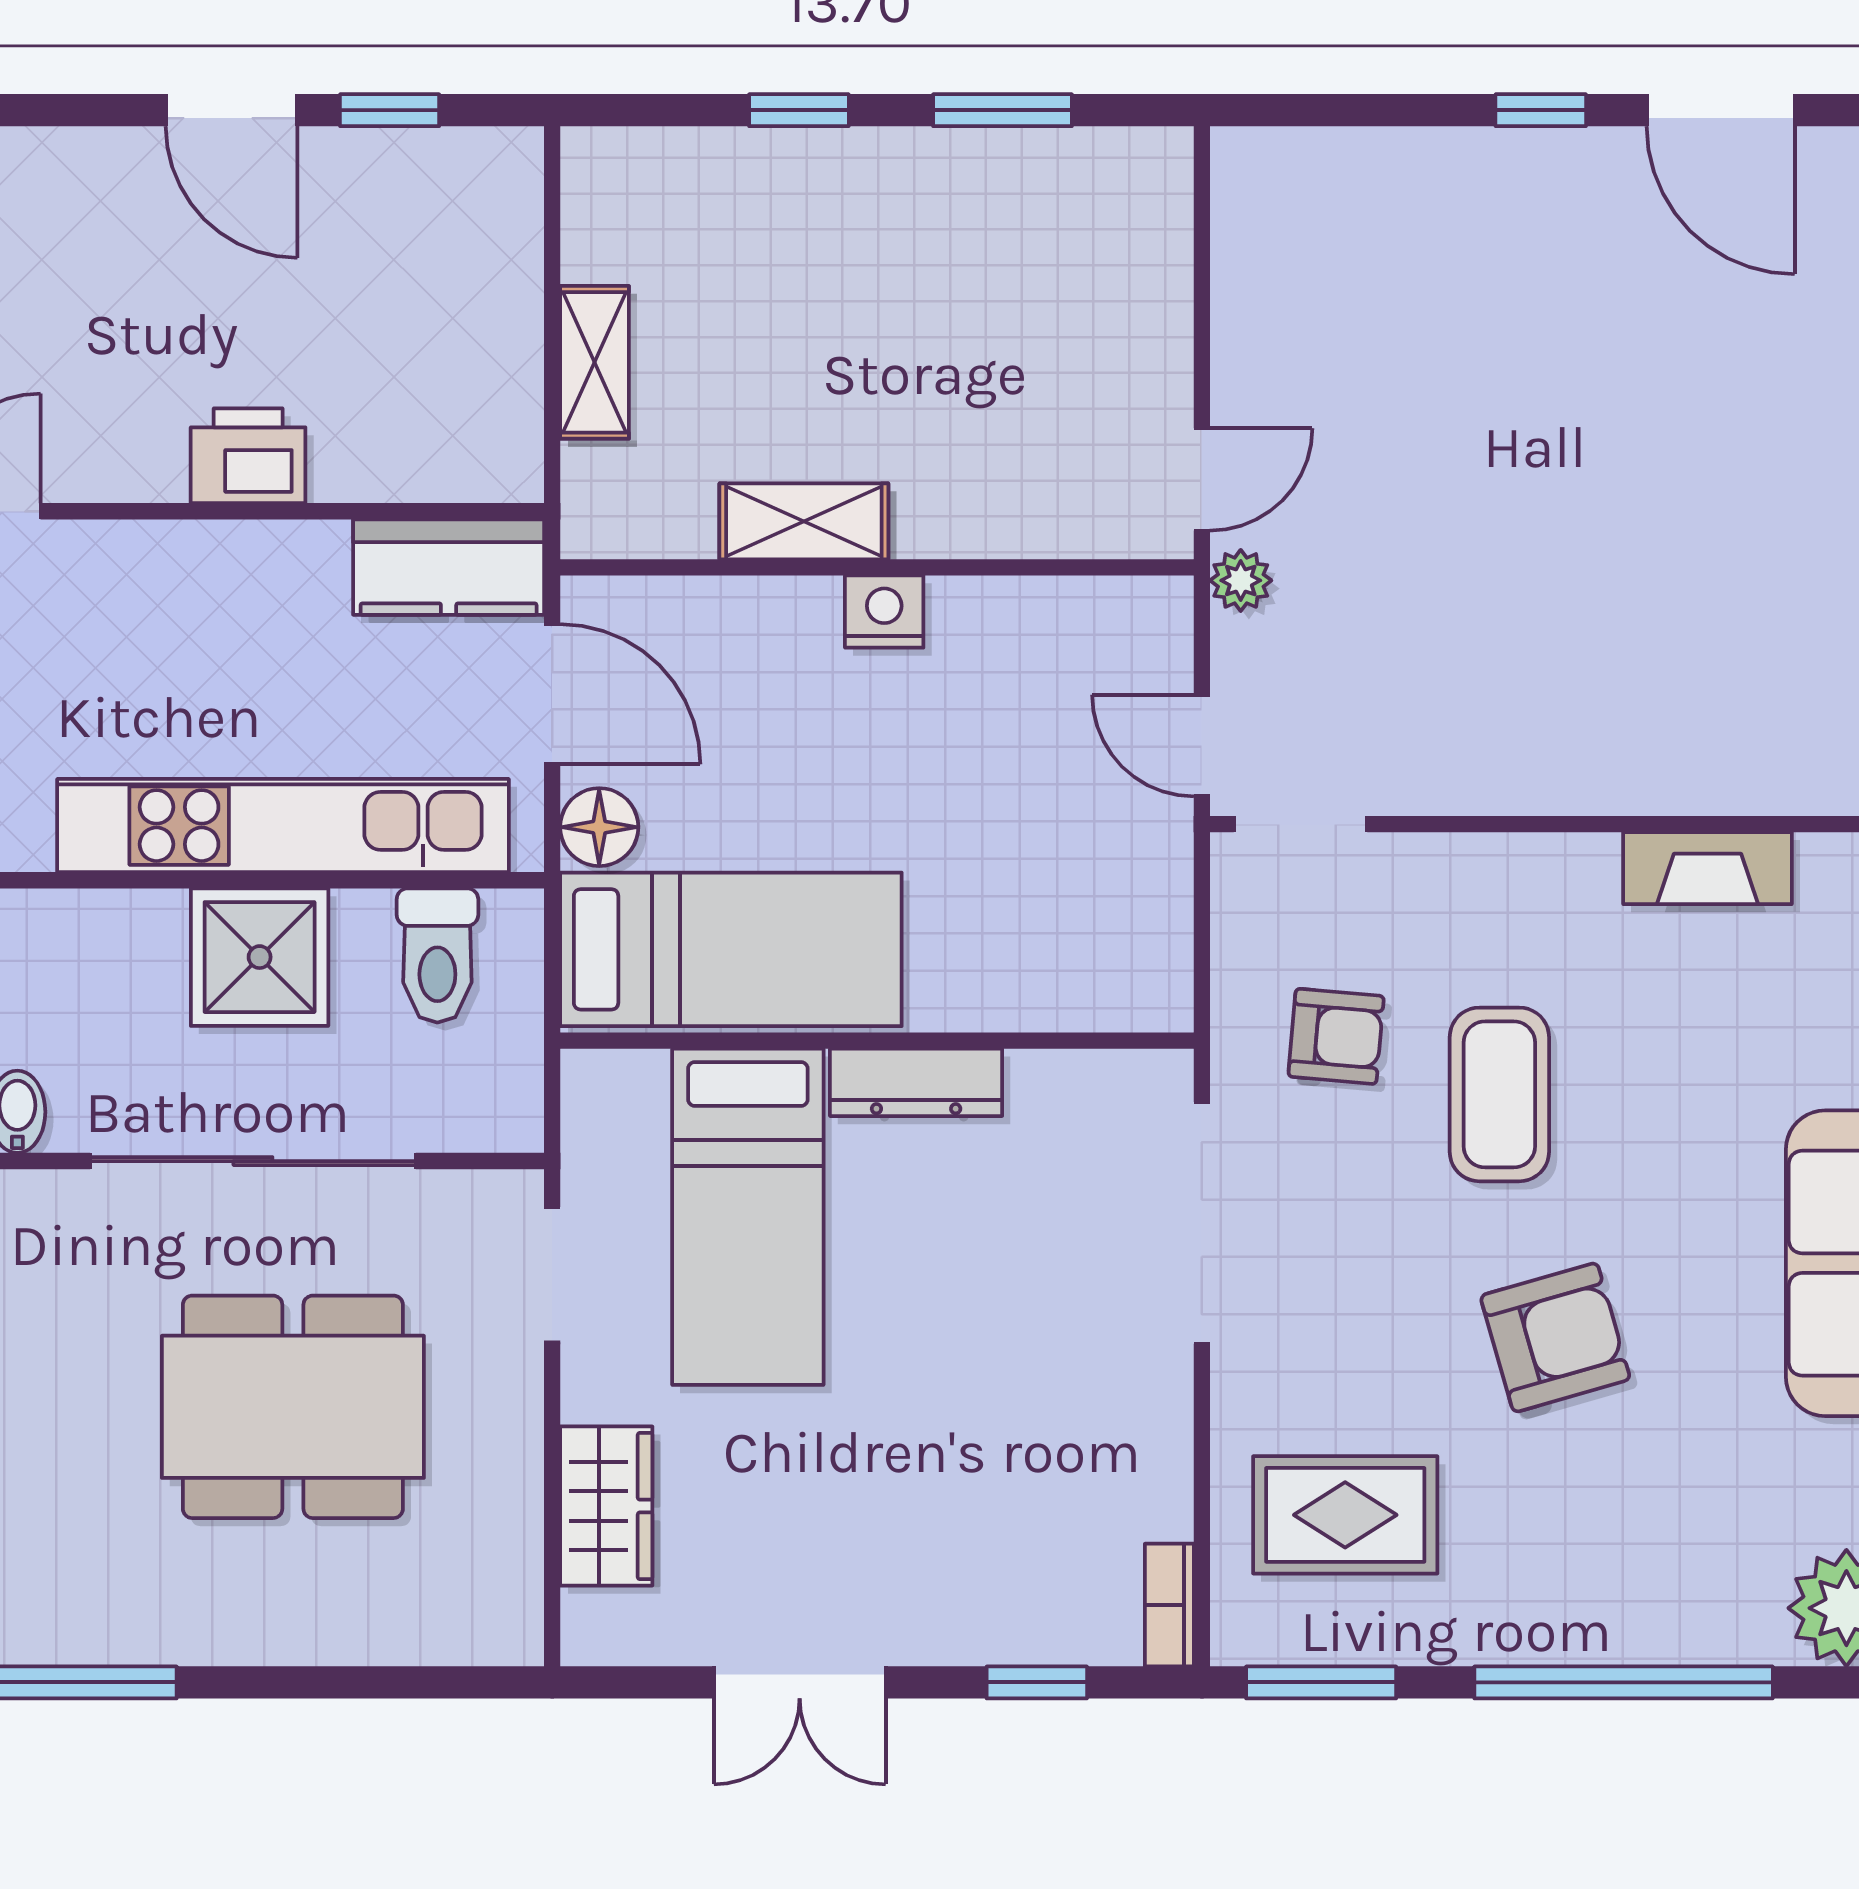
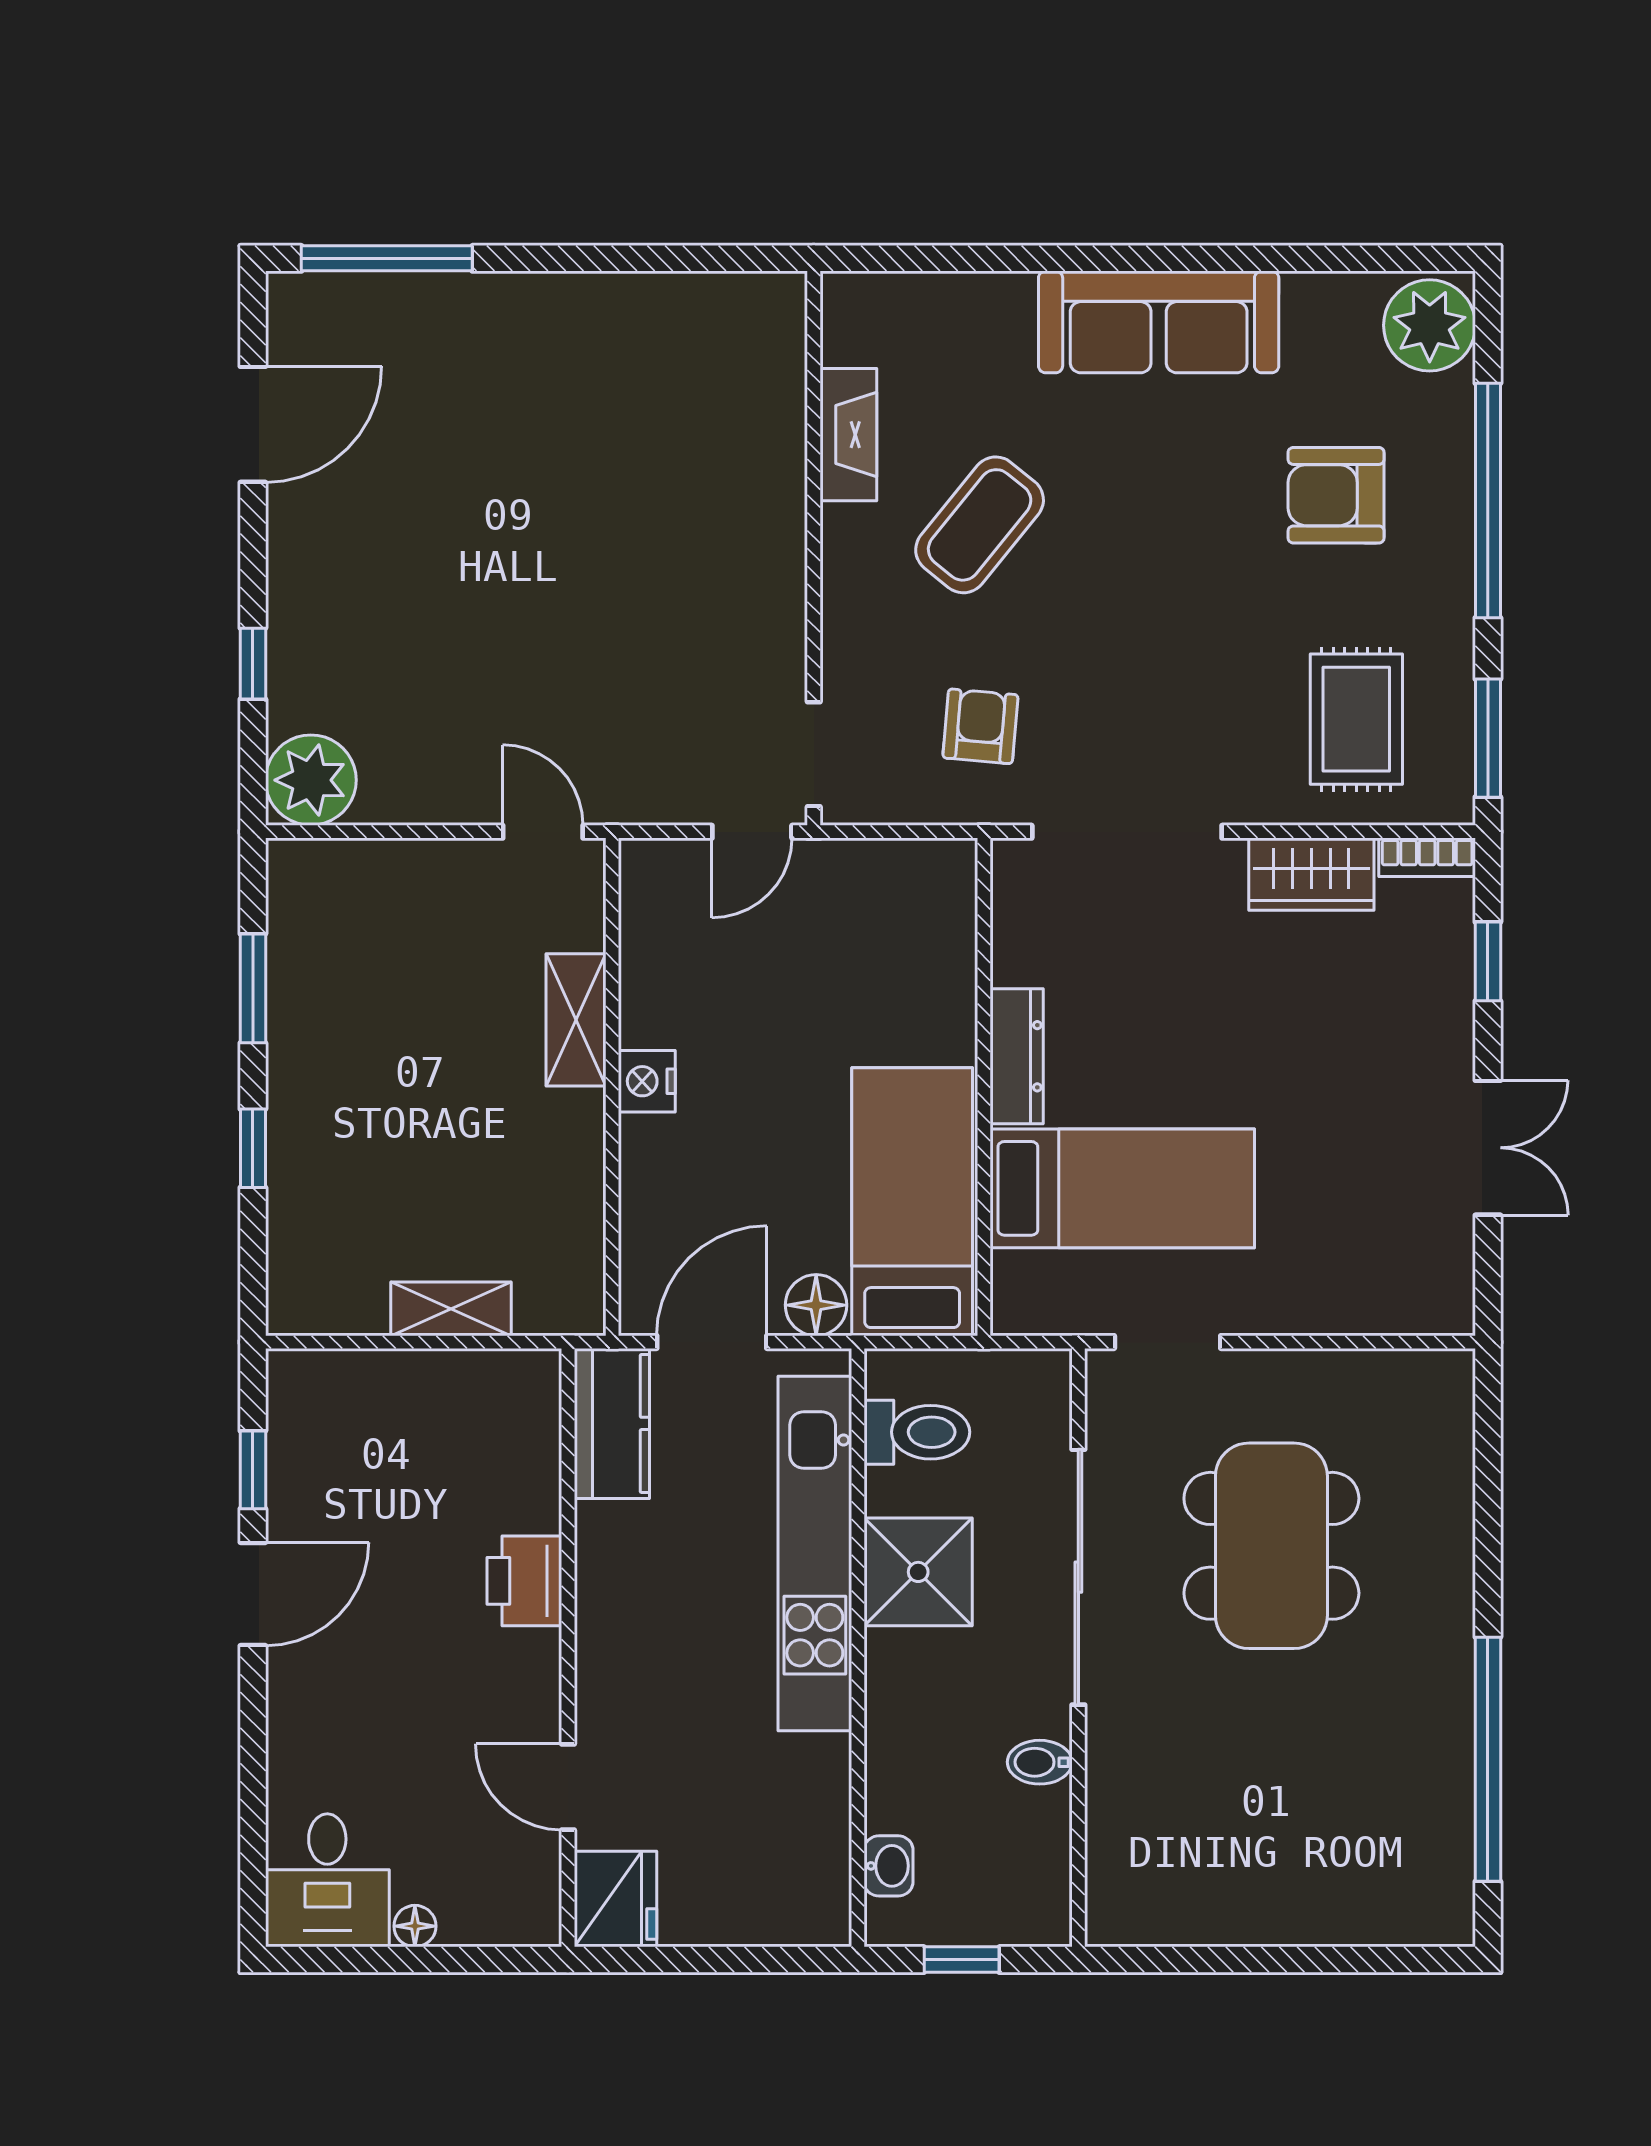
window: (1541, 110) -> (253, 664), moved
shelving: (804, 521) -> (576, 1020), moved
plant: (1241, 580) -> (311, 780), moved, width x1.87, depth x1.87
coffee table: (1499, 1094) -> (980, 525), moved, turned -51
armchair: (1555, 1337) -> (1336, 495), moved, turned -74
wardrobe: (606, 1506) -> (1311, 874), moved, turned 180

